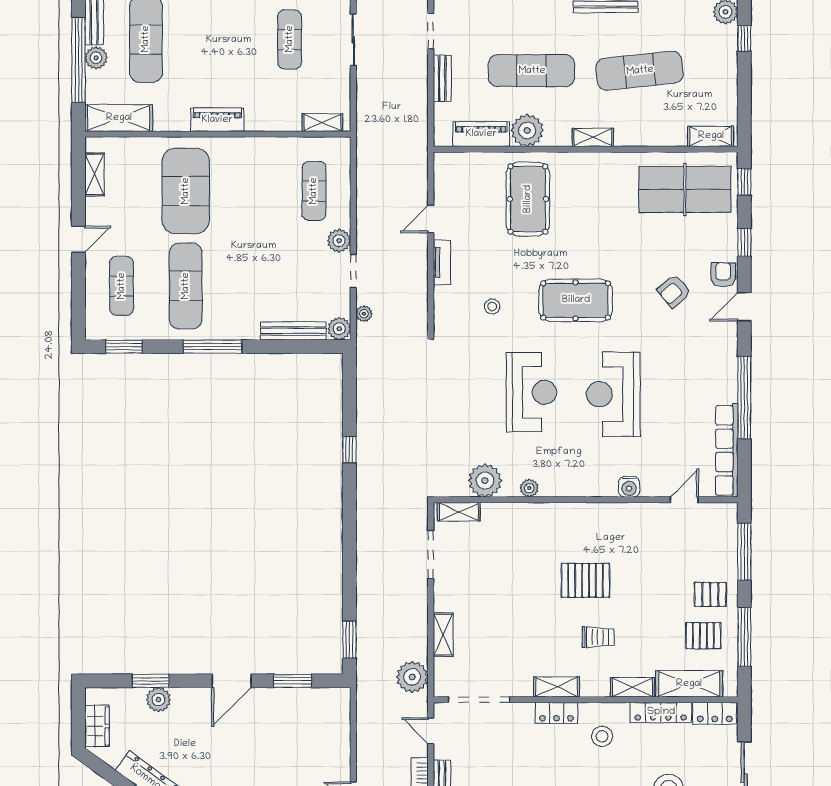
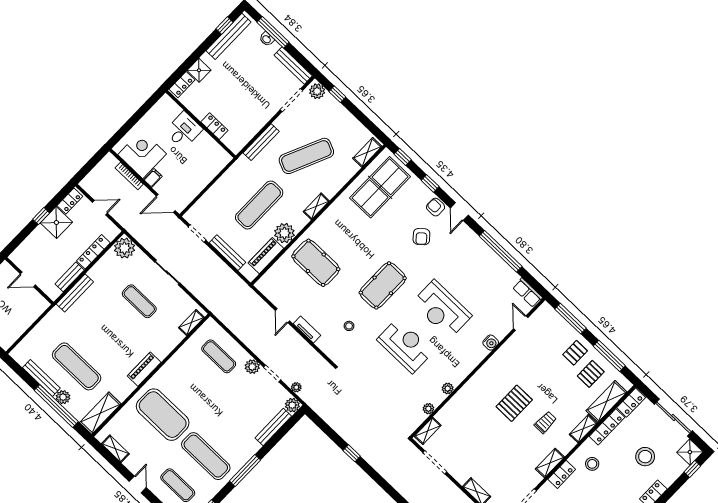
exercise mat: (640, 71) -> (306, 156), turned 30
bench: (442, 78) -> (227, 253), width x1.36
row of seats: (727, 450) -> (528, 293), width x0.50
plant: (485, 481) -> (428, 409), width x0.53, depth x0.53

